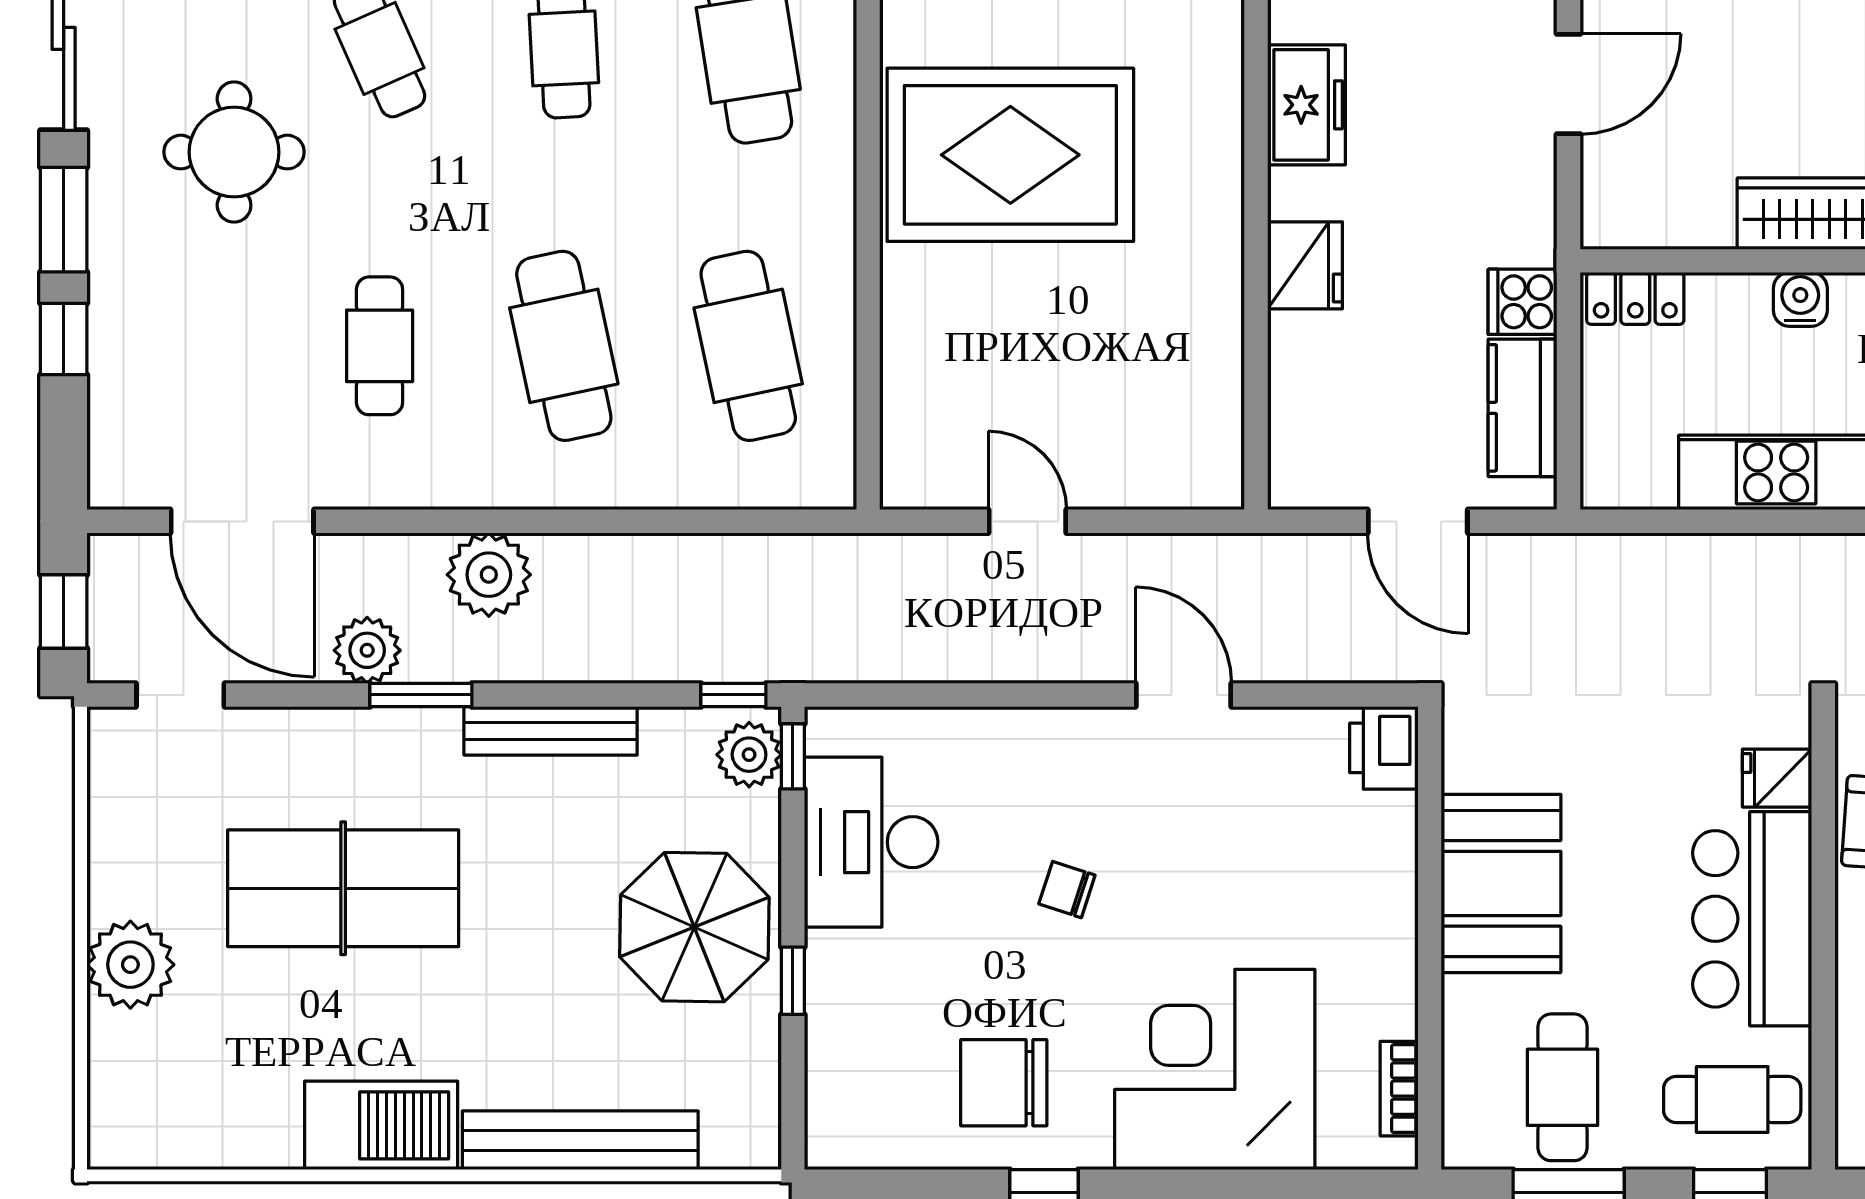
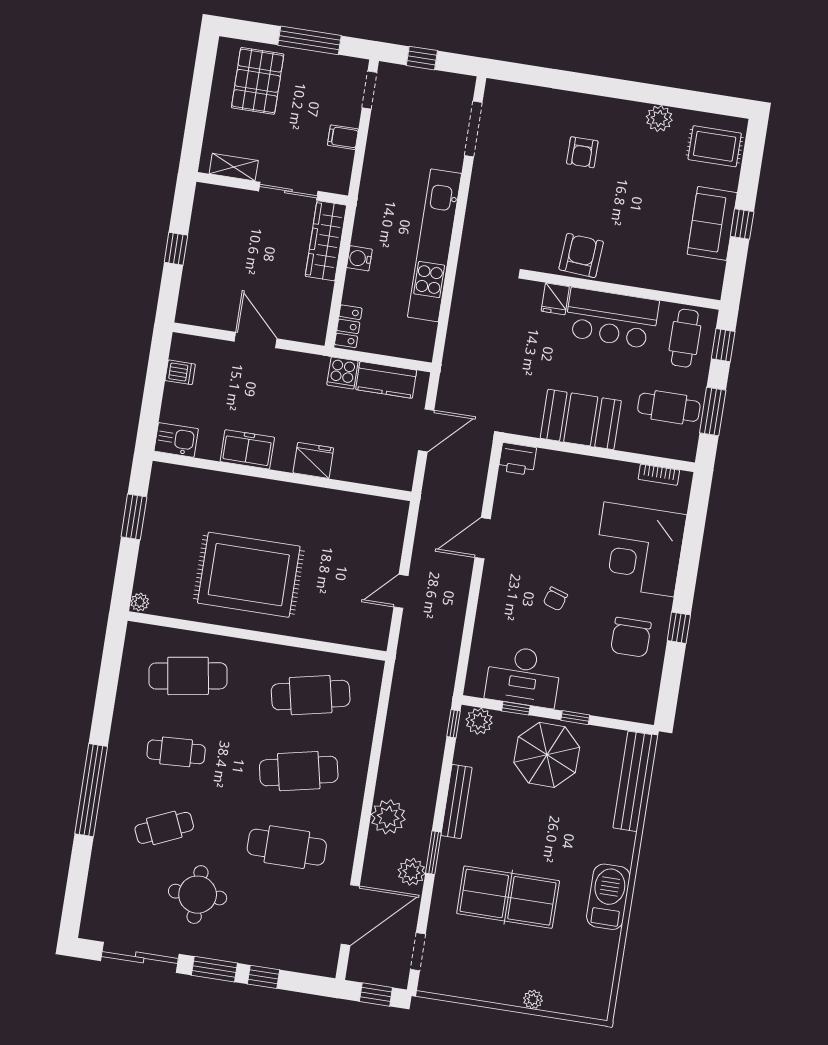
rug: (1010, 155) -> (249, 575), turned 90
cafe table: (380, 346) -> (287, 847), width x1.37, depth x1.35
window: (793, 756) -> (516, 708), moved
table tennis table: (343, 888) -> (508, 897), turned 90
plant: (130, 965) -> (533, 999), width x0.53, depth x0.53
bench: (580, 1140) -> (633, 781), moved

